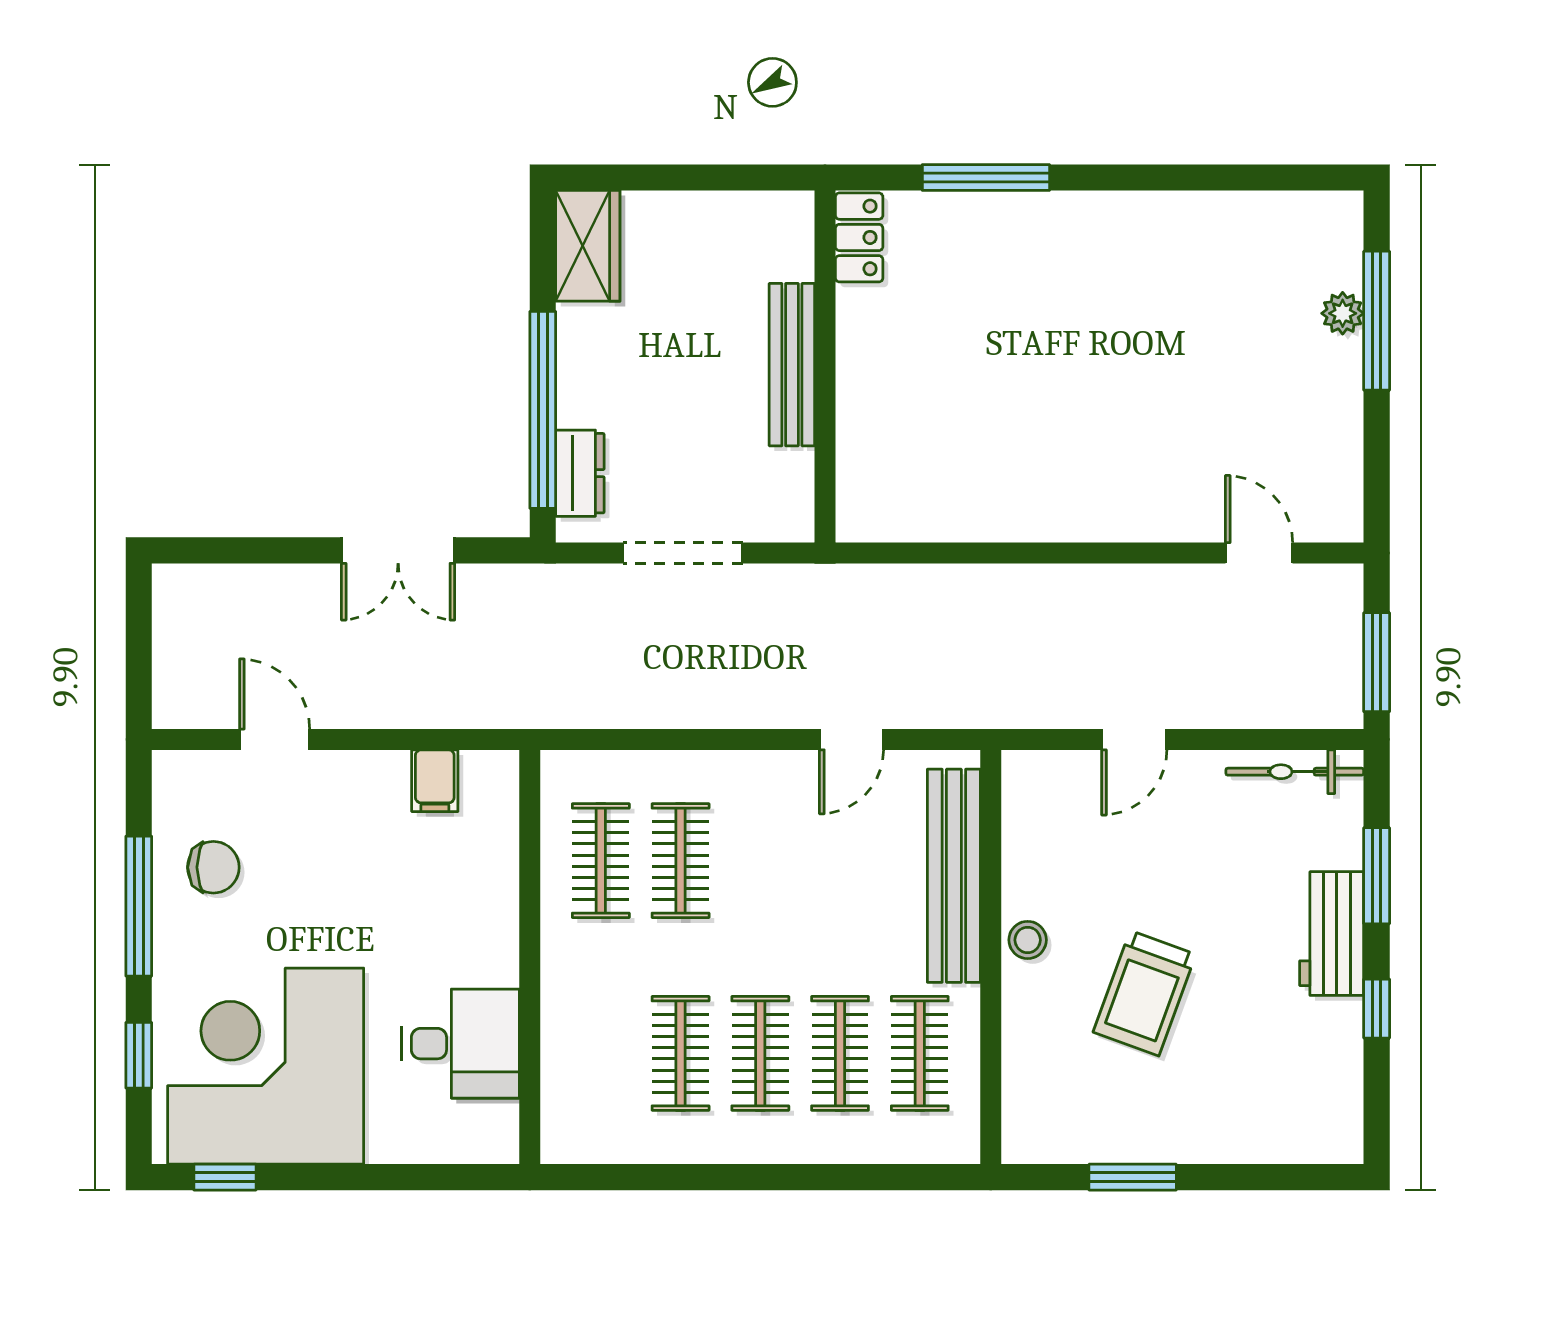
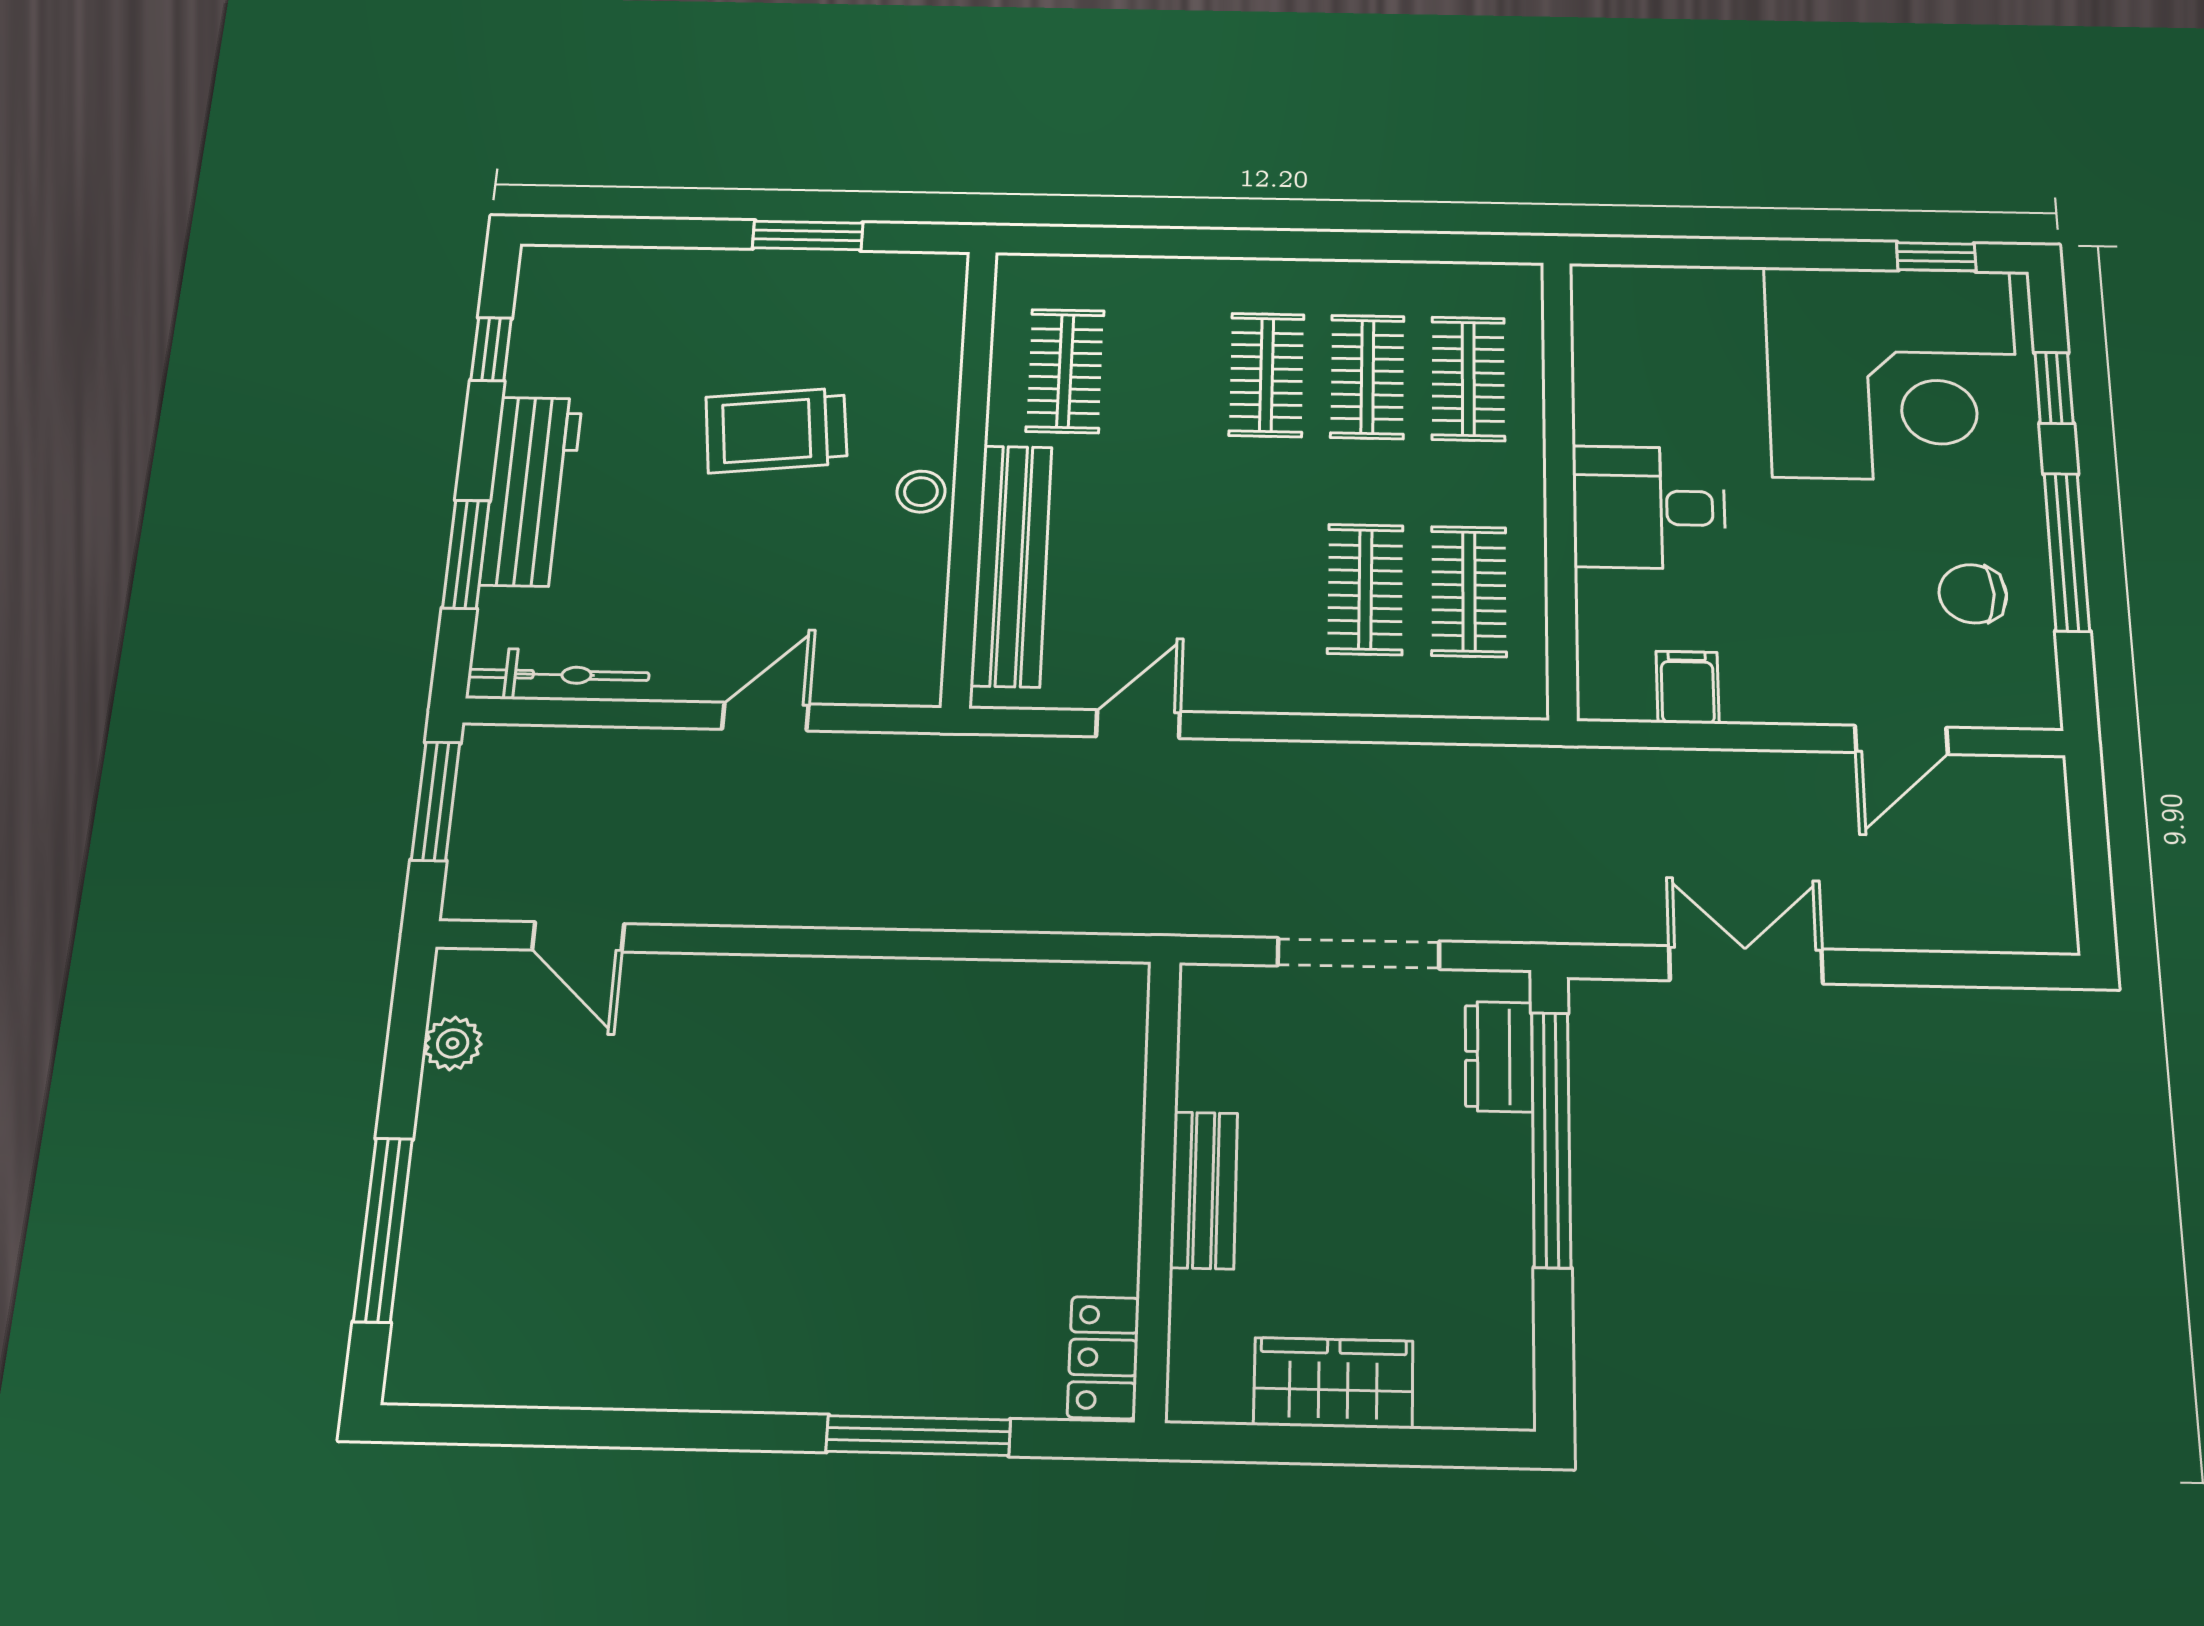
wardrobe: (588, 246) -> (1333, 1383), moved, turned 90
plant: (1343, 313) -> (453, 1043), moved
bench: (792, 365) -> (1204, 1190), width x0.73
door: (275, 739) -> (1901, 740), hinge flipped
workbench: (1332, 934) -> (531, 491), width x1.38
trolley: (1145, 993) -> (776, 430), turned -116
window: (1377, 1009) -> (491, 349), moved
desk: (461, 1044) -> (1649, 507), moved
clothes rail: (840, 1053) -> (1468, 379), moved

